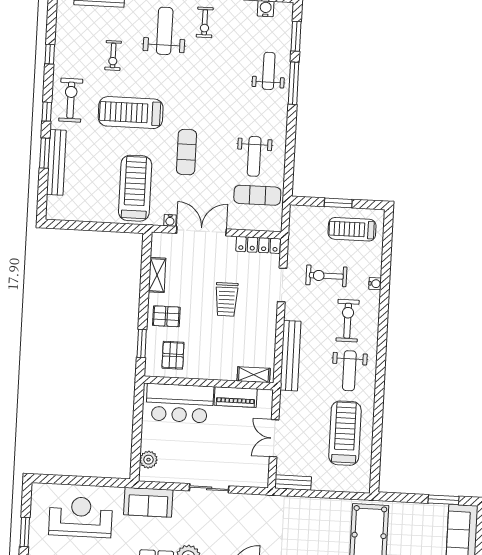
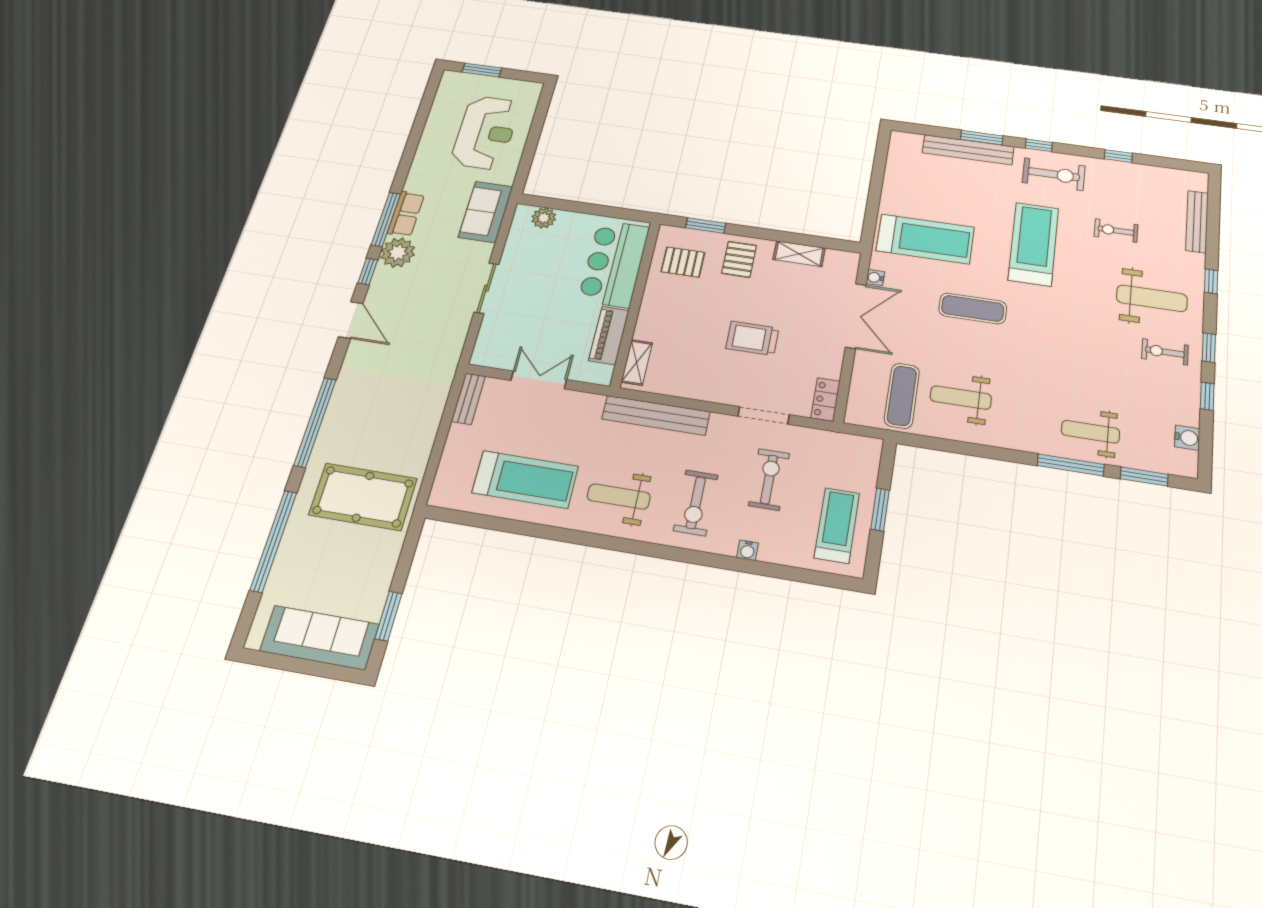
weight bench: (269, 71) -> (1090, 432), turned 180
locker: (258, 245) -> (825, 399), width x0.66
exercise bike: (348, 321) -> (696, 503), turned 90

